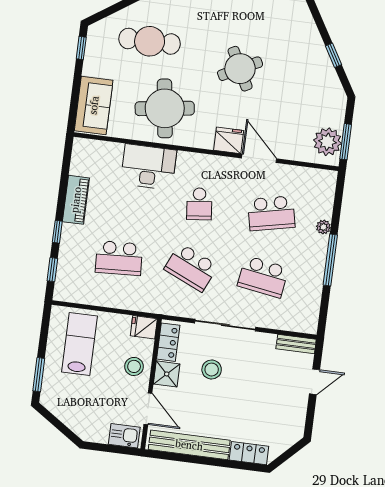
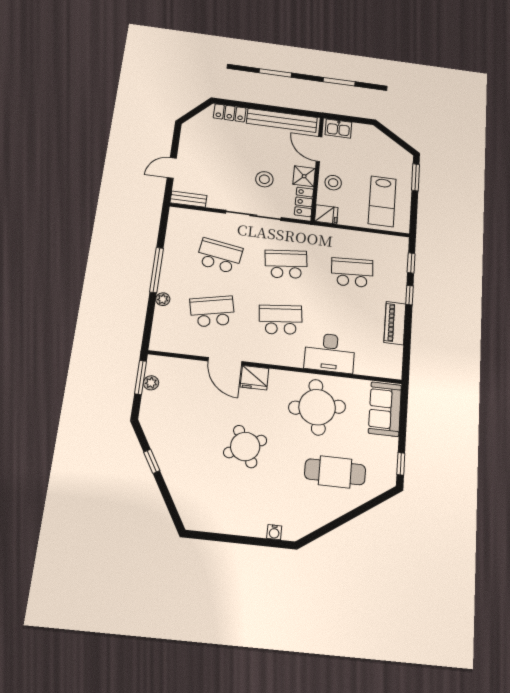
plant: (327, 142) -> (151, 383), width x0.53, depth x0.53
school desk: (199, 204) -> (281, 320), width x1.85
school desk: (191, 267) -> (286, 264), turned -30

